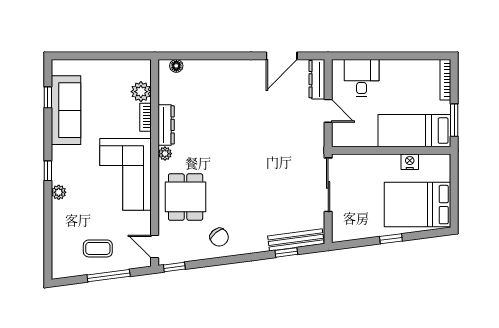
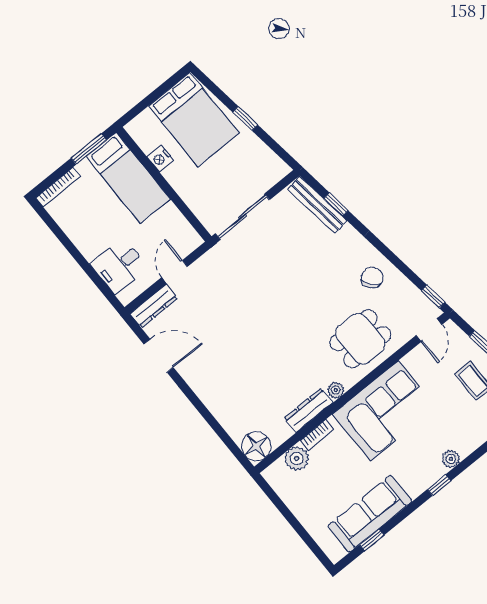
floor lamp: (176, 66) -> (256, 446), width x1.89, depth x1.89

